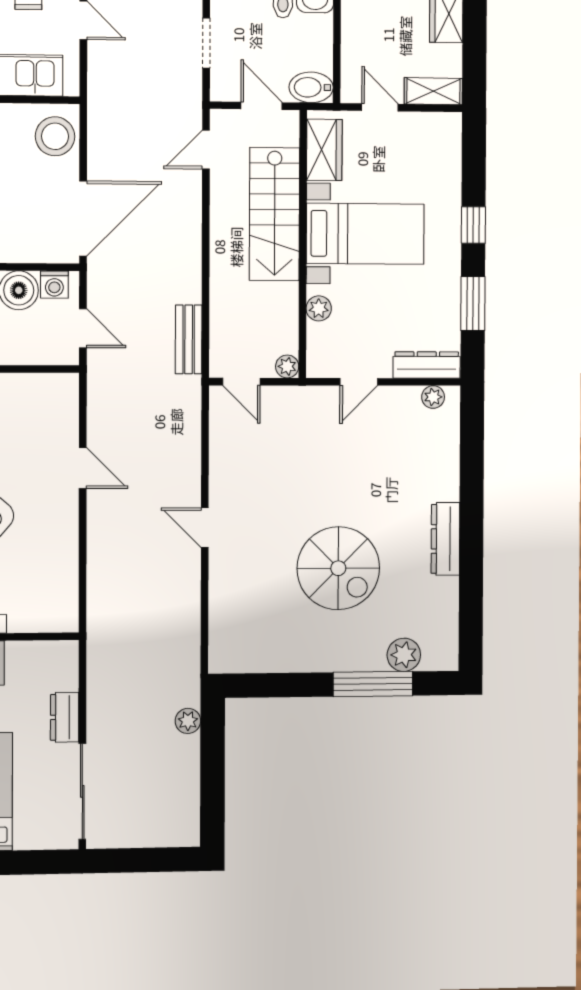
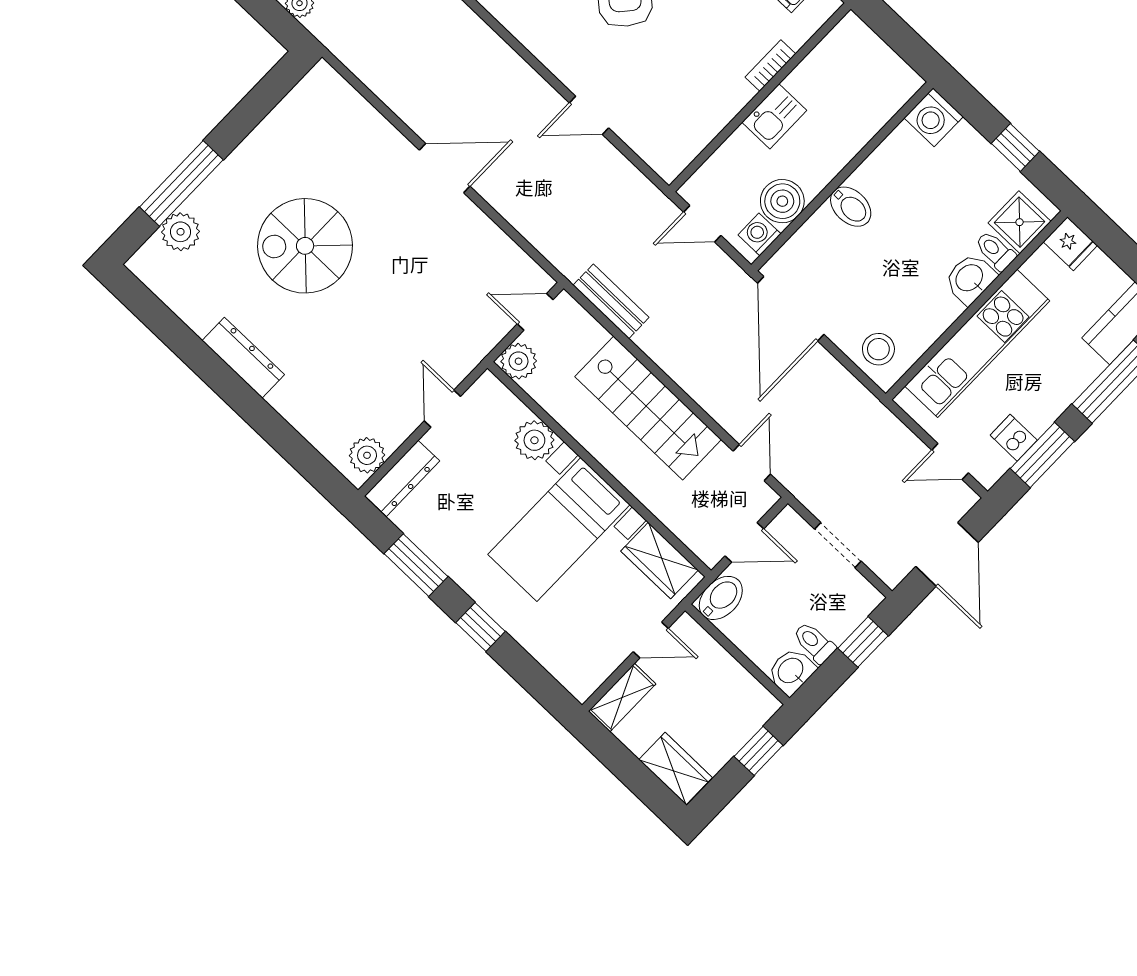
stool: (55, 136) -> (878, 349), width x0.73, depth x0.73
stairs: (275, 214) -> (648, 408), moved, turned 180
plant: (319, 308) -> (534, 440), width x1.38, depth x1.38
plant: (287, 366) -> (519, 361), width x1.38, depth x1.38
plant: (433, 397) -> (367, 455), width x1.38, depth x1.38
door: (205, 528) -> (445, 168), width x1.38

